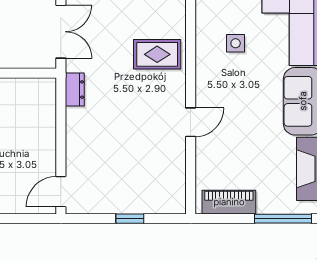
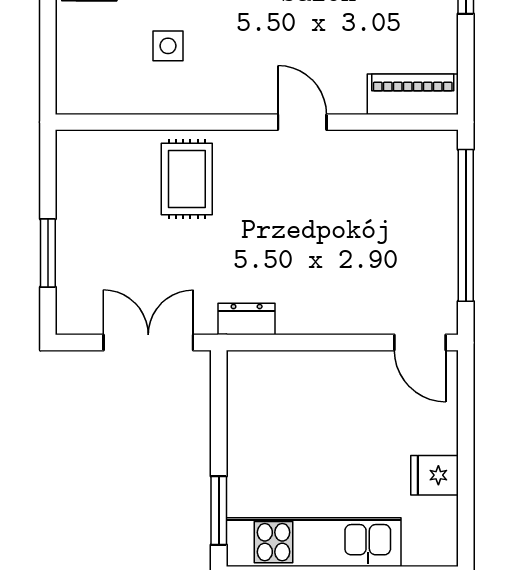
piano: (229, 202) -> (413, 94), moved, turned 90
window: (130, 219) -> (466, 225), width x3.17

